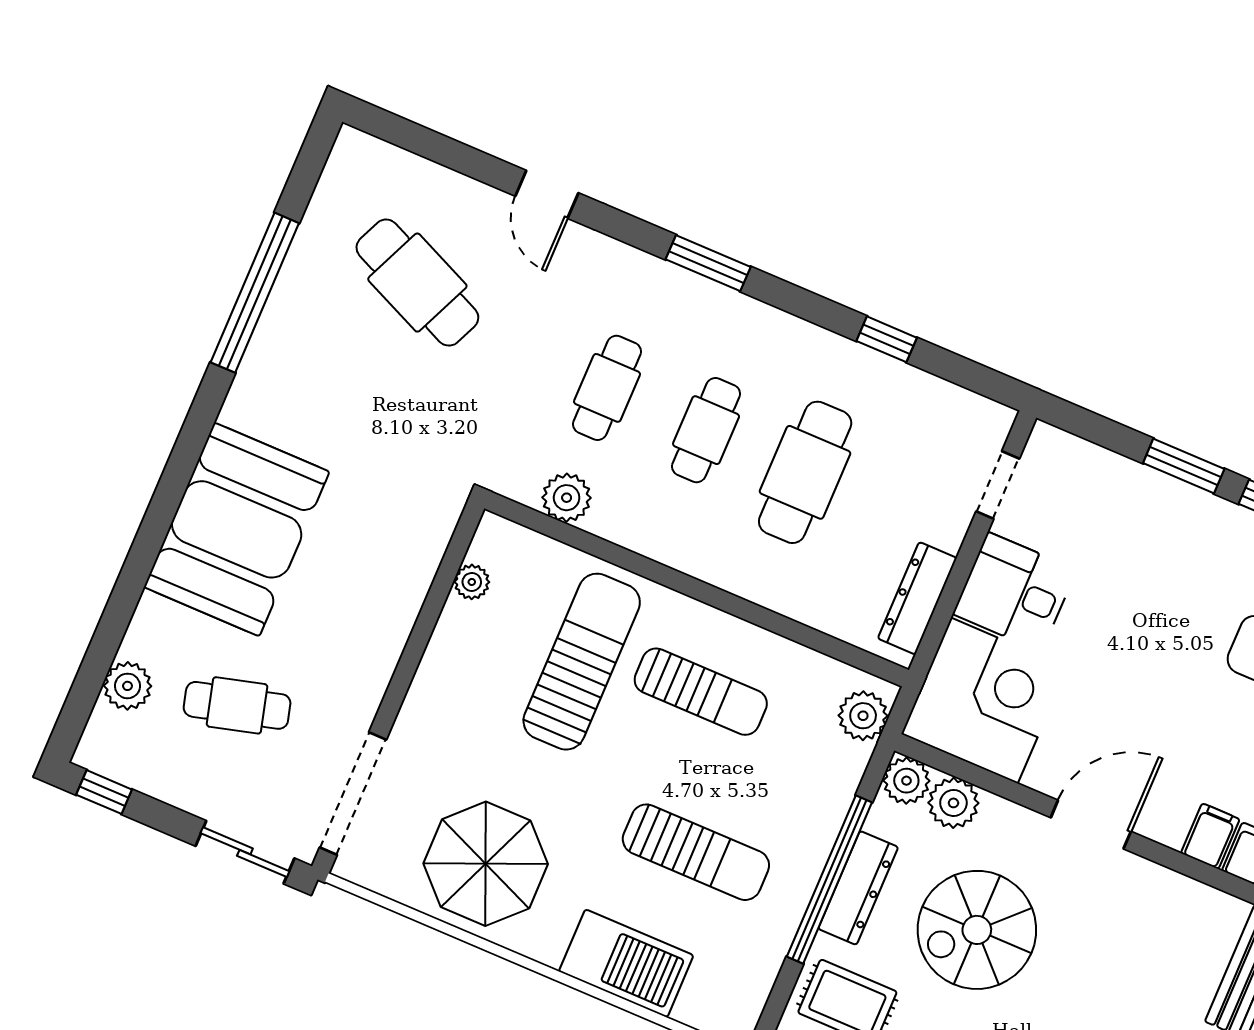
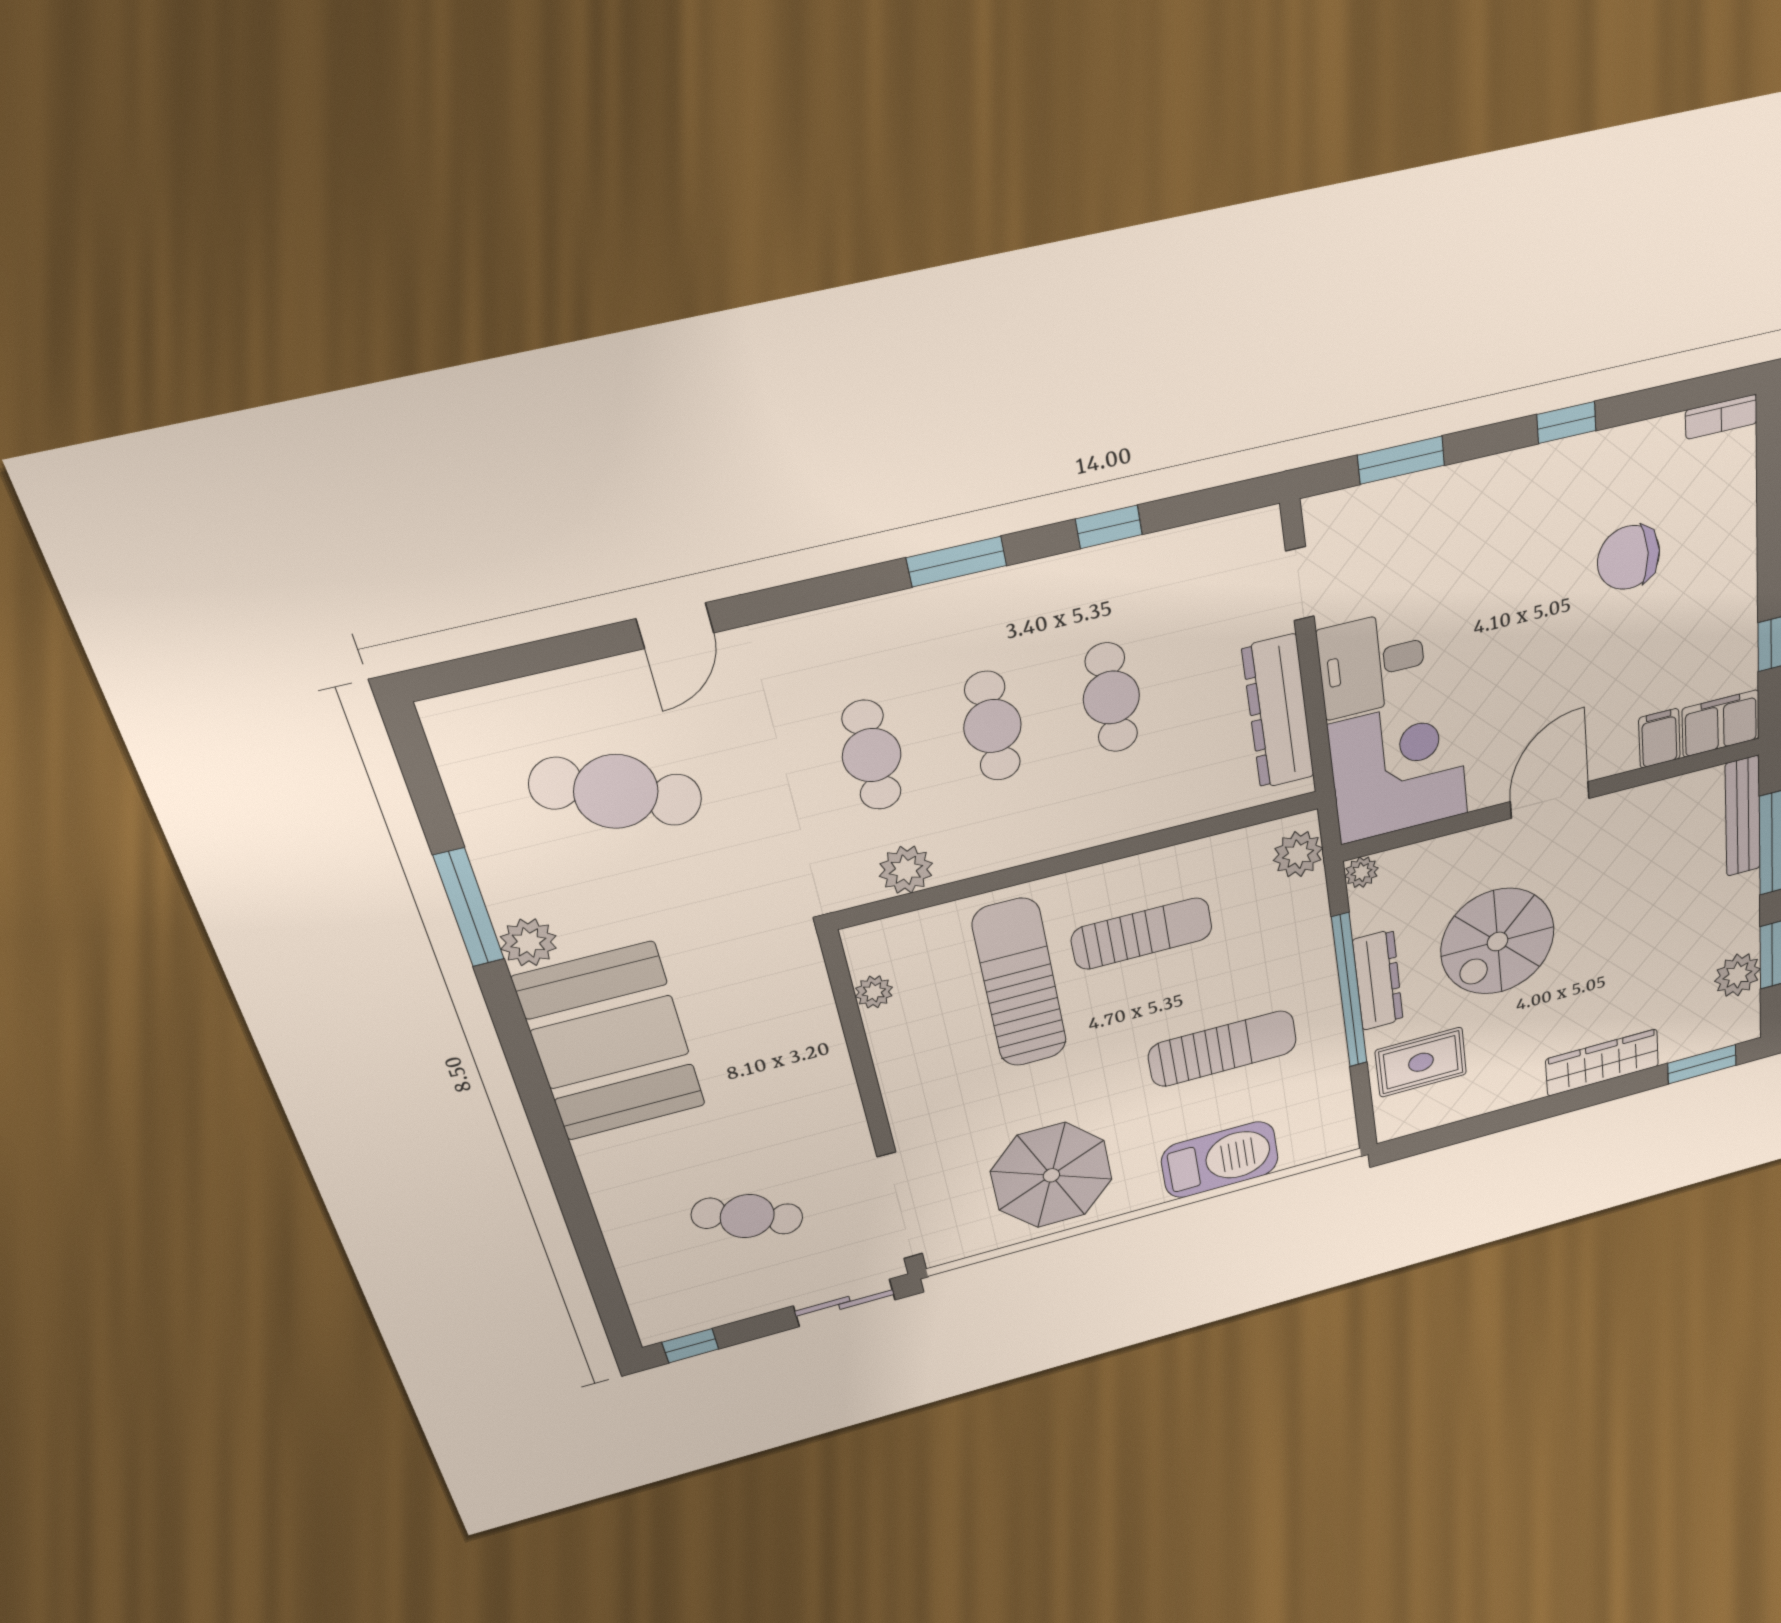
door: (547, 194) -> (675, 626), hinge flipped
window: (708, 263) -> (956, 562), moved
window: (255, 293) -> (469, 908), width x0.68
window: (1184, 466) -> (1401, 460), moved
cafe table: (805, 472) -> (1111, 698), width x0.73, depth x0.74
booth: (237, 529) -> (610, 1042), moved
dresser: (917, 598) -> (1278, 712), width x1.37, depth x1.24
plant: (128, 686) -> (528, 942), moved
cafe table: (237, 705) -> (747, 1216), turned 39
plant: (906, 781) -> (1361, 872), width x0.73, depth x0.73
plant: (953, 803) -> (1420, 865), removed

